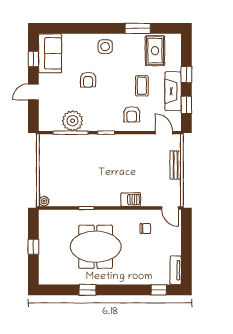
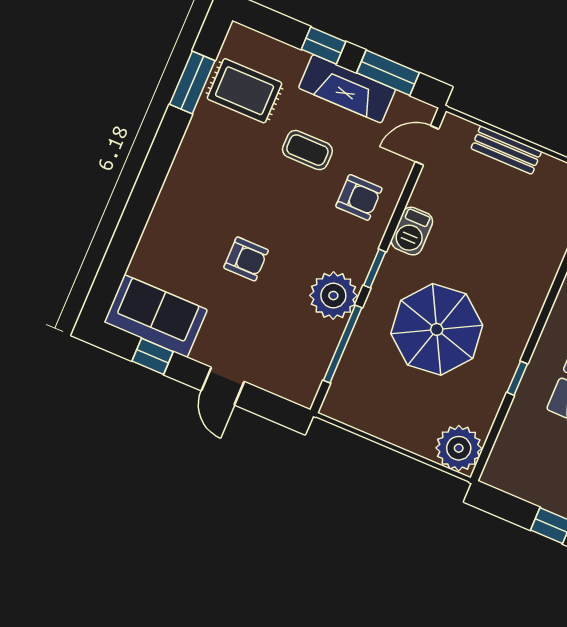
window: (138, 28) -> (192, 82), moved
side table: (105, 47) -> (191, 193), removed
window: (186, 105) -> (388, 73), width x1.50
plant: (73, 121) -> (333, 296), moved
parasol: (92, 168) -> (437, 329), added
barbecue: (131, 200) -> (412, 231), moved, turned 180
plant: (44, 201) -> (459, 448), width x1.88, depth x1.88

